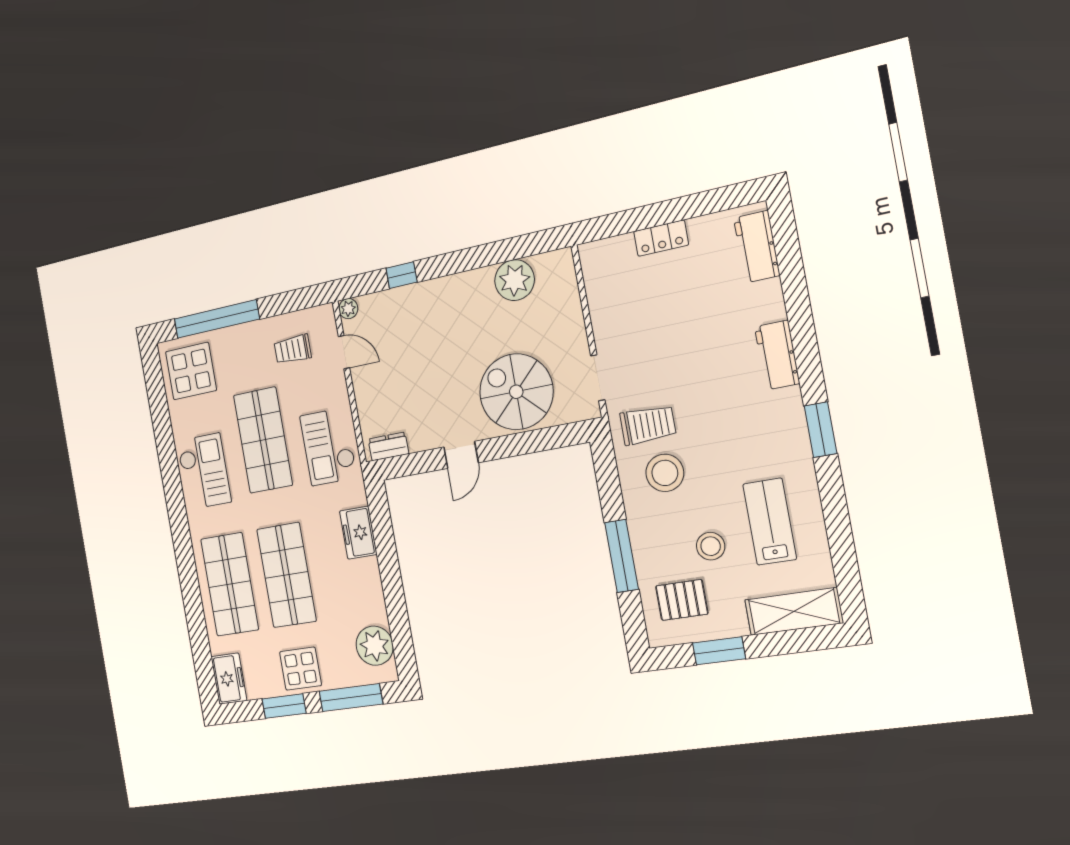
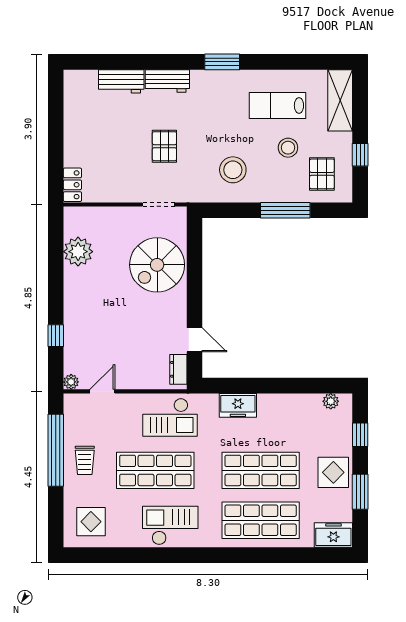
locker: (661, 238) -> (72, 185), moved
workbench: (757, 247) -> (121, 81), moved
window: (217, 319) -> (56, 450), moved
trolley: (293, 349) -> (85, 460), moved
pallet: (681, 370) -> (164, 146), added
display table: (191, 371) -> (91, 522), width x0.73, depth x0.73
trolley: (648, 425) -> (198, 176), removed
door: (461, 455) -> (194, 340), moved
plant: (375, 646) -> (331, 401), width x0.53, depth x0.53
window: (719, 651) -> (360, 155), width x0.67
window: (351, 698) -> (360, 435), width x0.46

